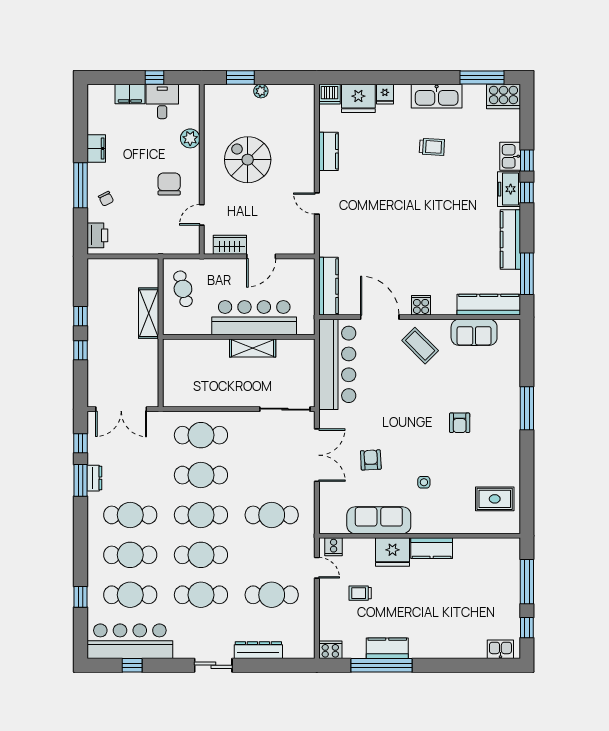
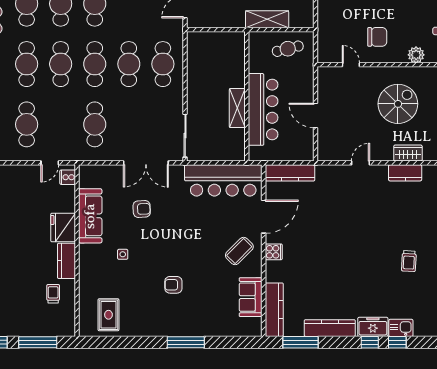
wardrobe: (230, 245) -> (408, 153), moved, turned -90
trolley: (360, 593) -> (53, 294), moved

